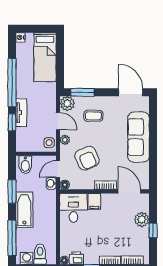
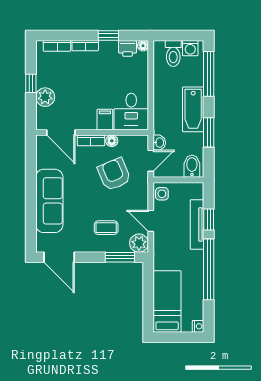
tv unit: (21, 113) -> (197, 224), width x1.41
plant: (65, 140) -> (142, 197), removed
floor lamp: (65, 185) -> (112, 141), moved

